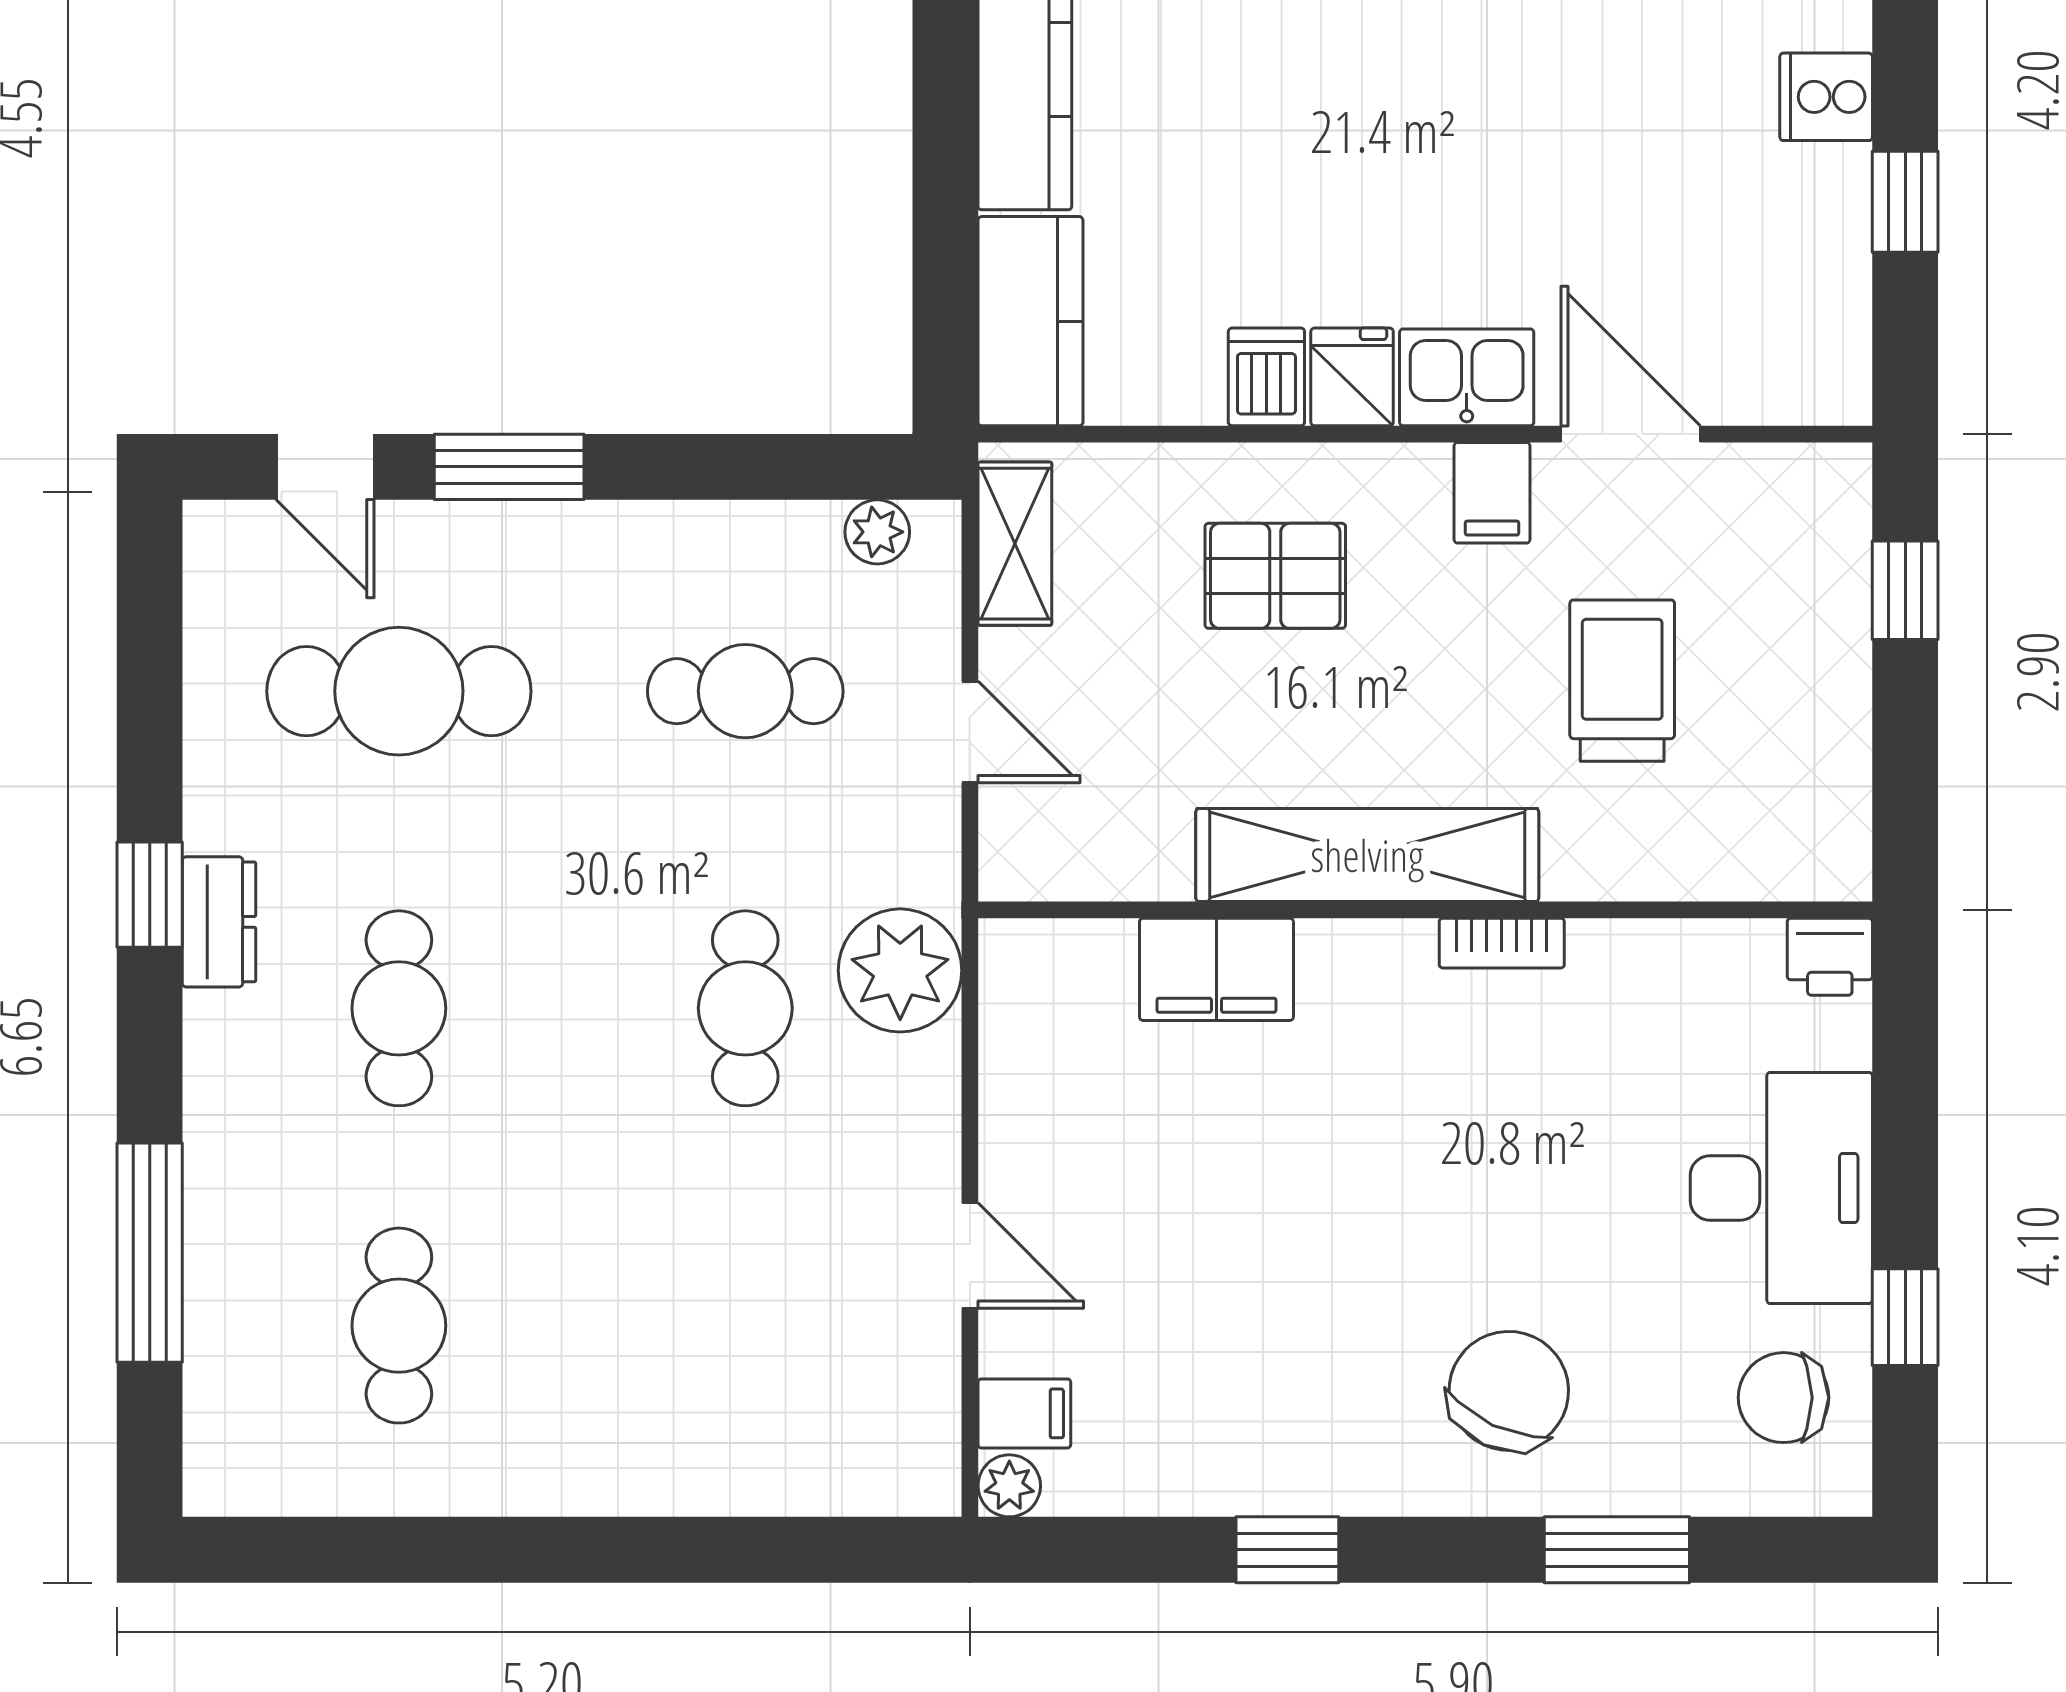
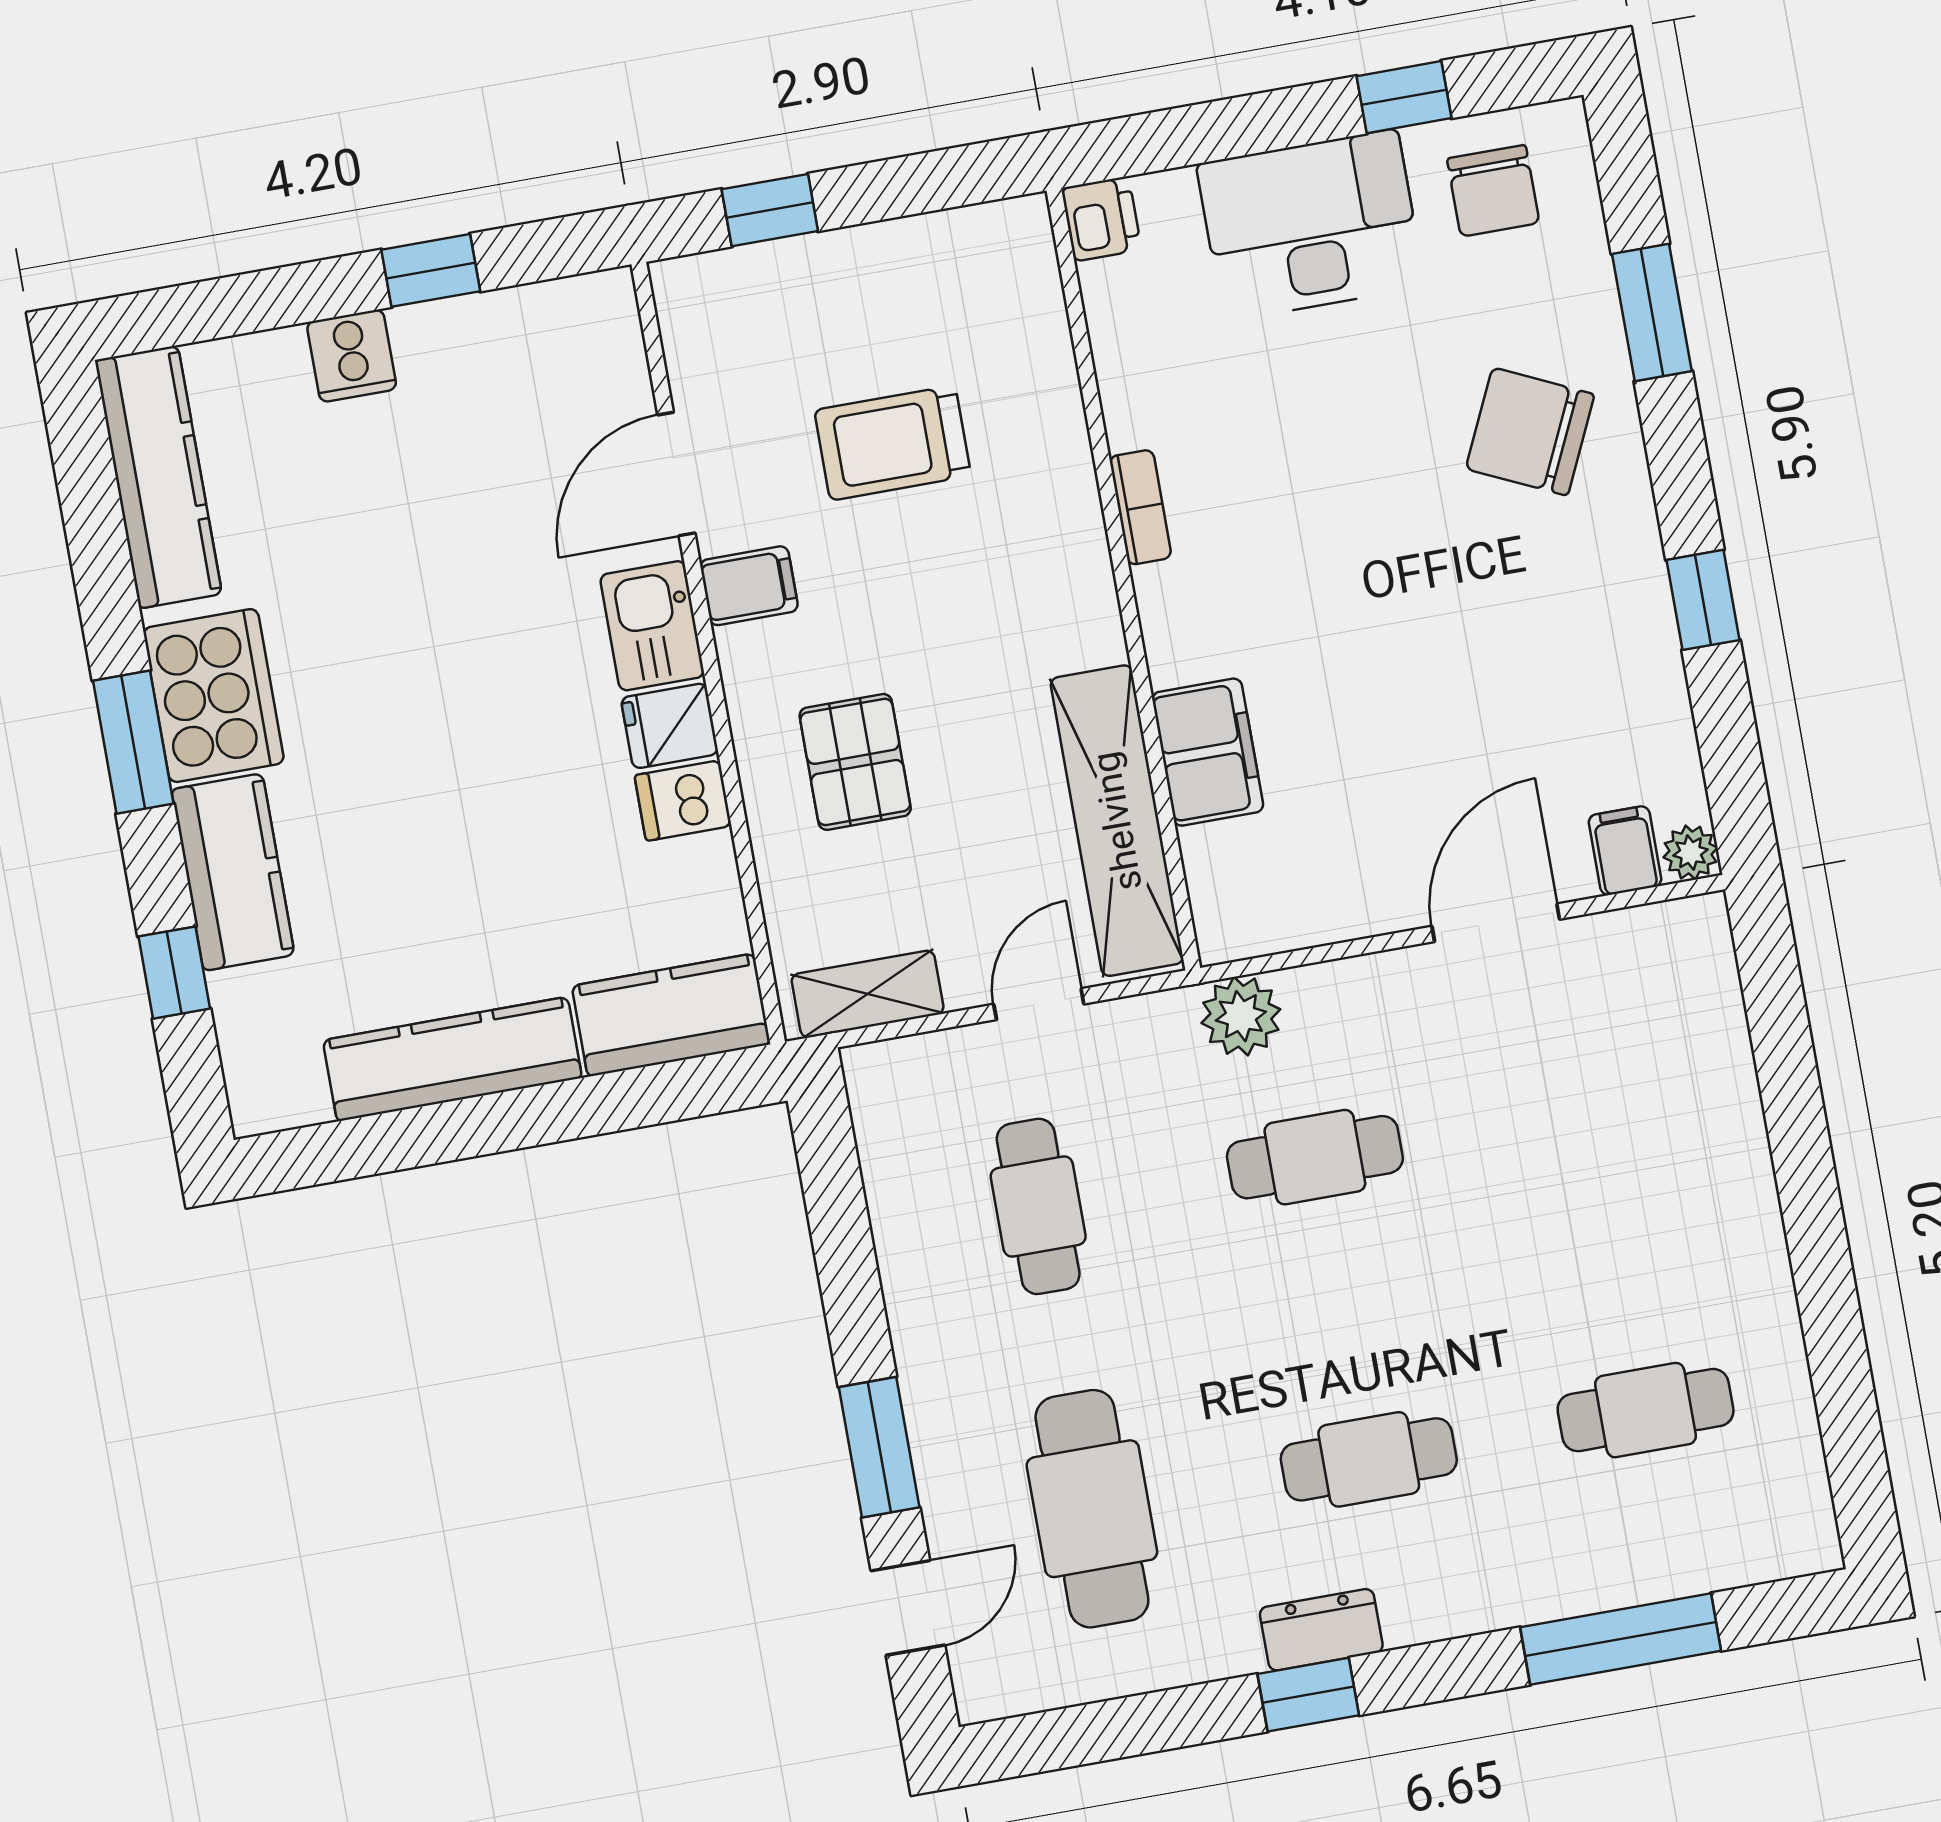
plant: (877, 532) -> (879, 1116), removed
shelving: (1367, 855) -> (1117, 821), moved
plant: (900, 970) -> (1241, 1016), width x0.73, depth x0.73
door: (970, 1256) -> (1496, 923), width x1.38

